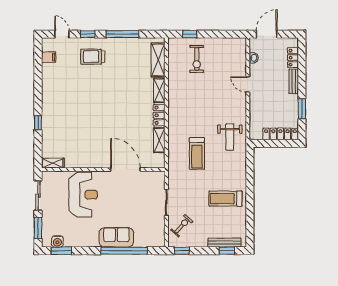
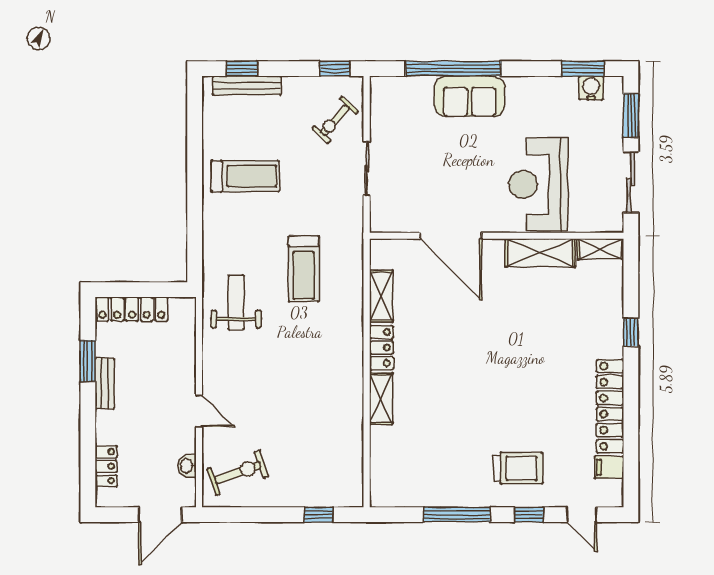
exercise bike: (197, 59) -> (238, 473), moved, turned 70
shelving: (158, 60) -> (540, 253), moved, turned 90
bench: (294, 81) -> (105, 384), moved
locker: (48, 87) -> (610, 406), added
treadmill: (197, 153) -> (304, 269), turned 180

